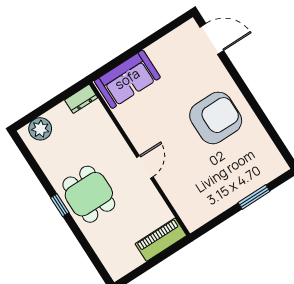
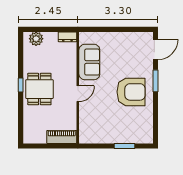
door: (212, 39) -> (156, 49), hinge flipped
sofa: (127, 79) -> (89, 62), moved, turned -90
window: (239, 82) -> (156, 81), added

